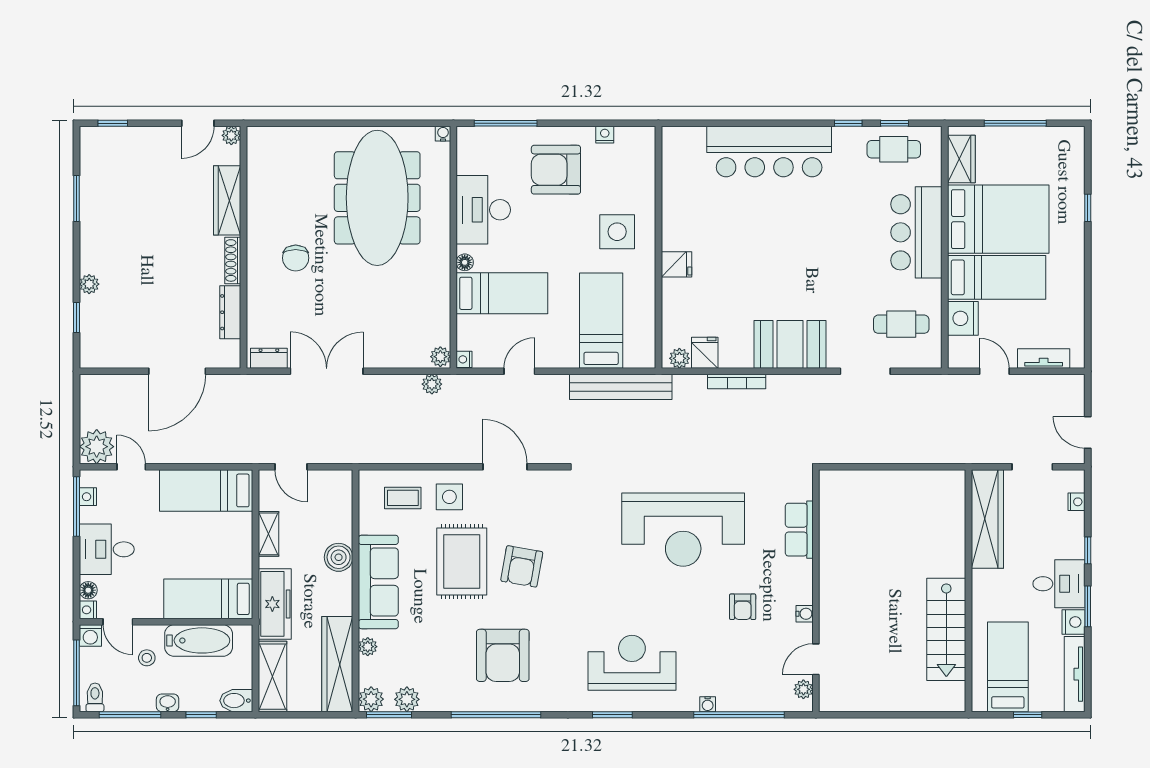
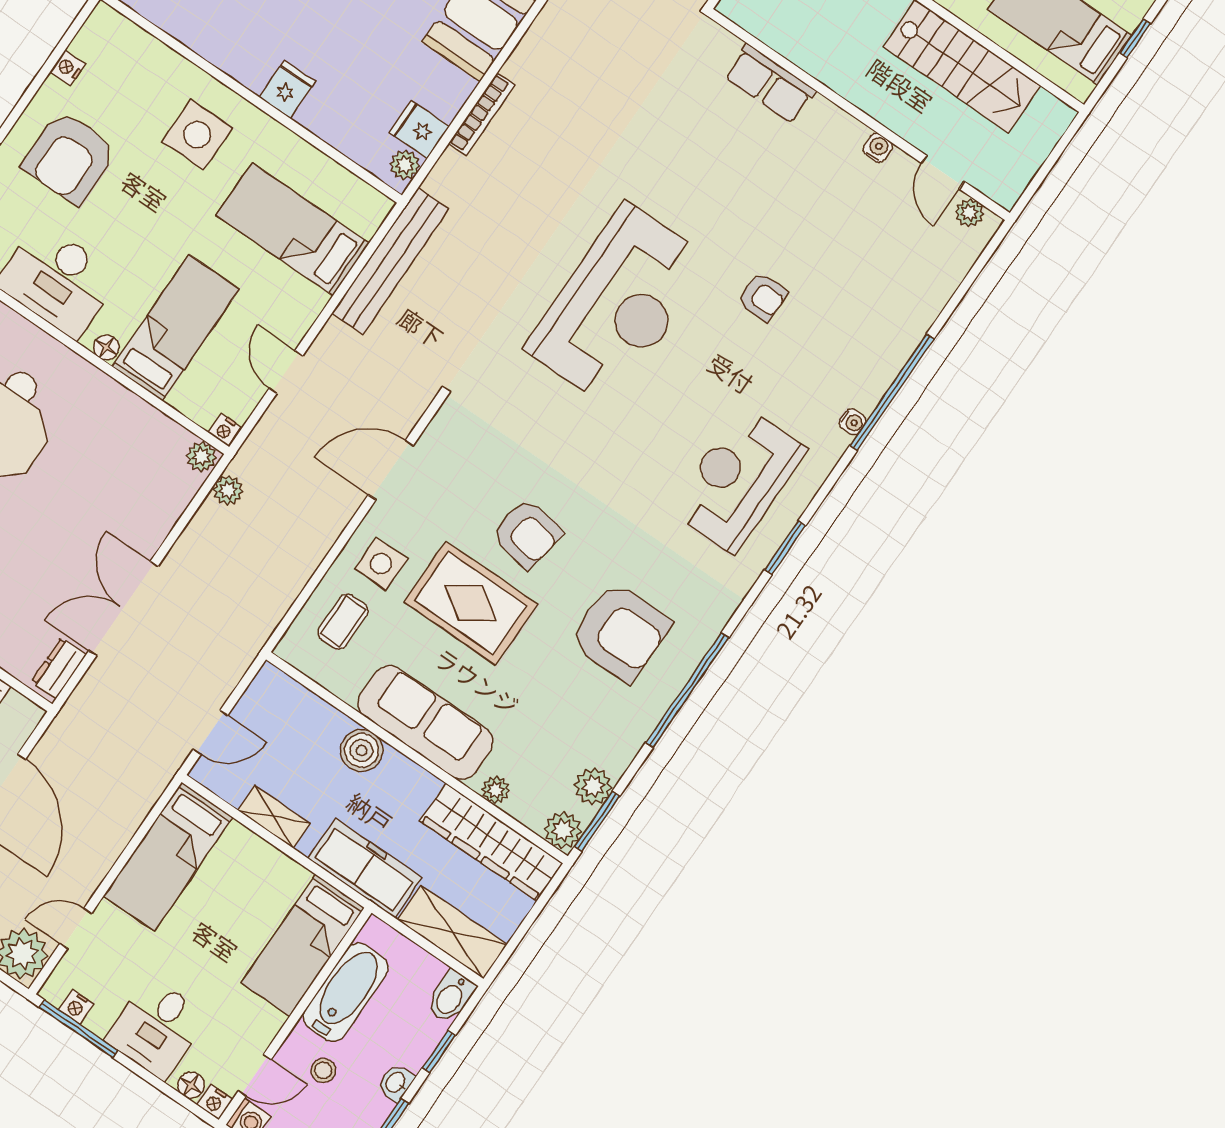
row of seats: (799, 530) -> (770, 84), moved
wall: (816, 591) -> (859, 115), moved
water cooler: (805, 614) -> (878, 148), moved
door: (816, 659) -> (943, 172), moved
plant: (803, 689) -> (969, 213), moved

